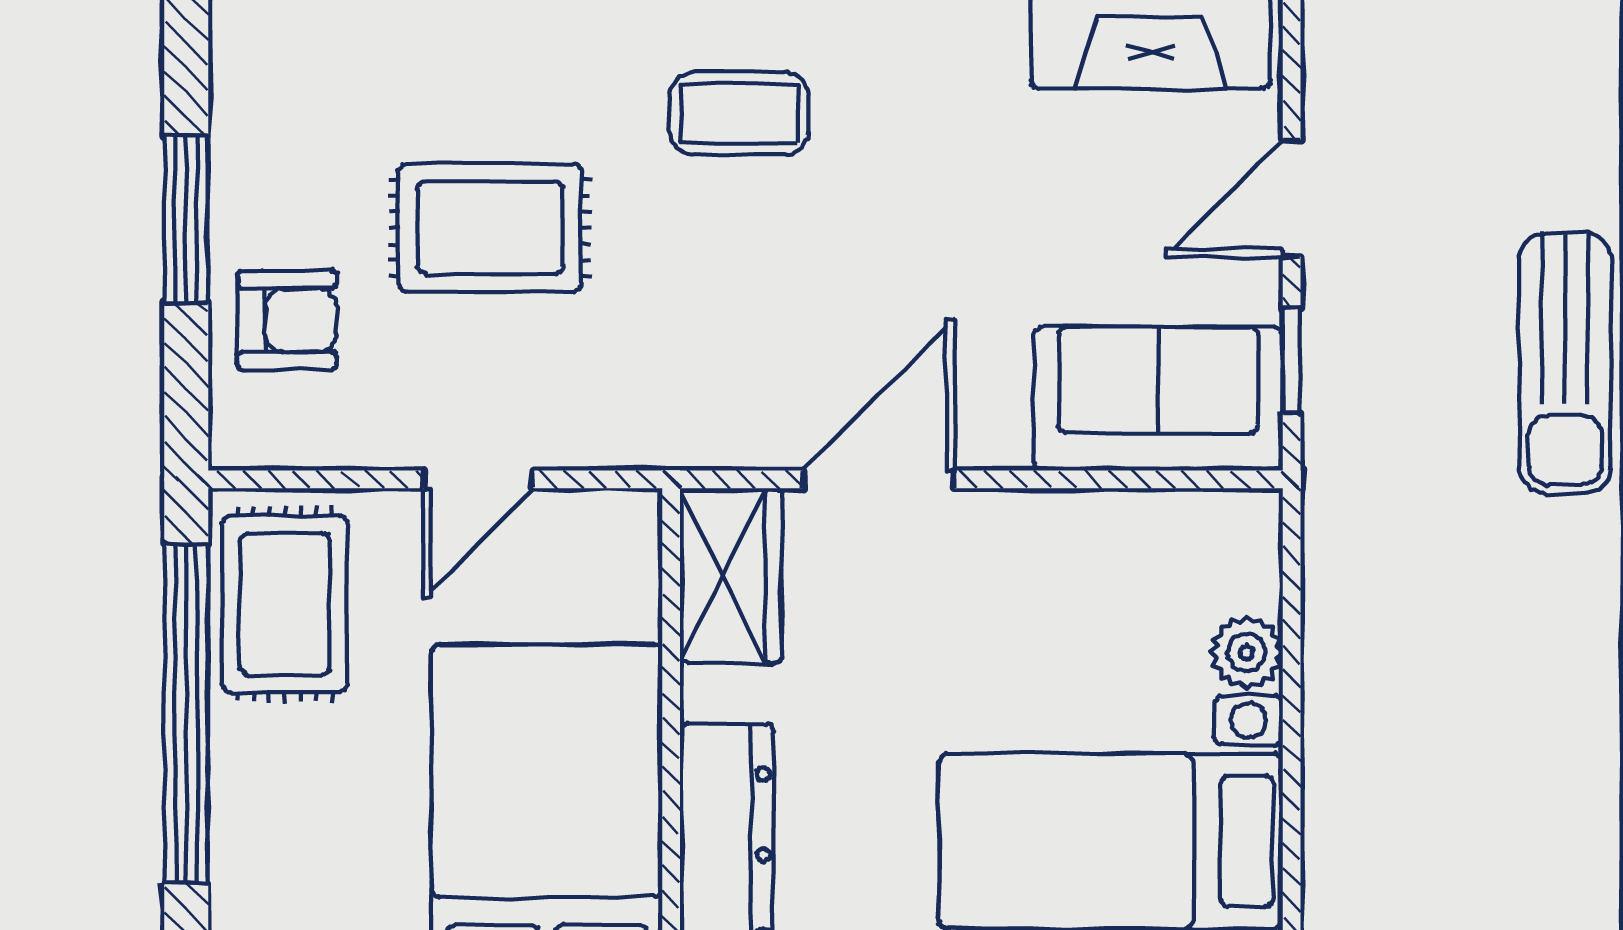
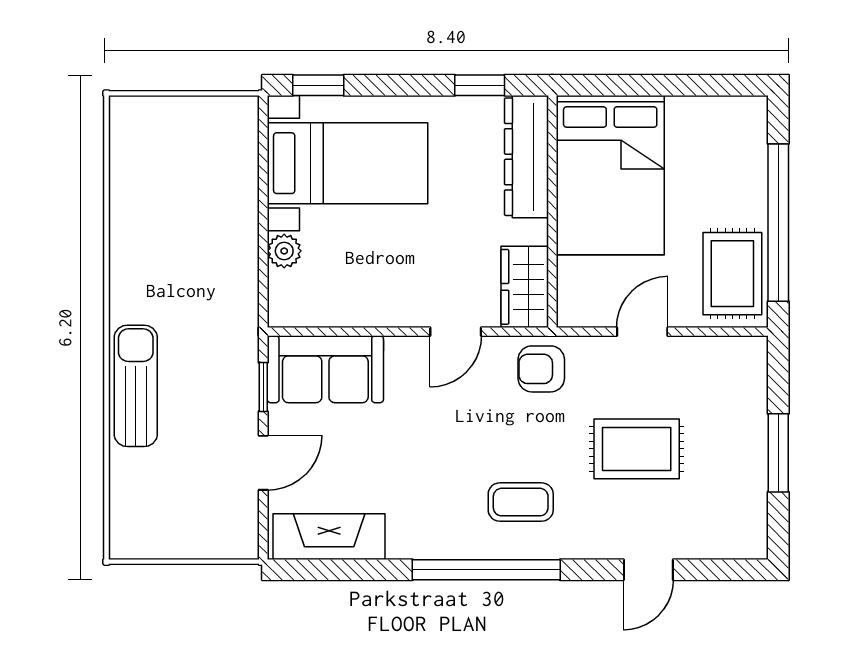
armchair: (287, 320) -> (541, 369), moved
door: (879, 479) -> (456, 332), width x0.73

